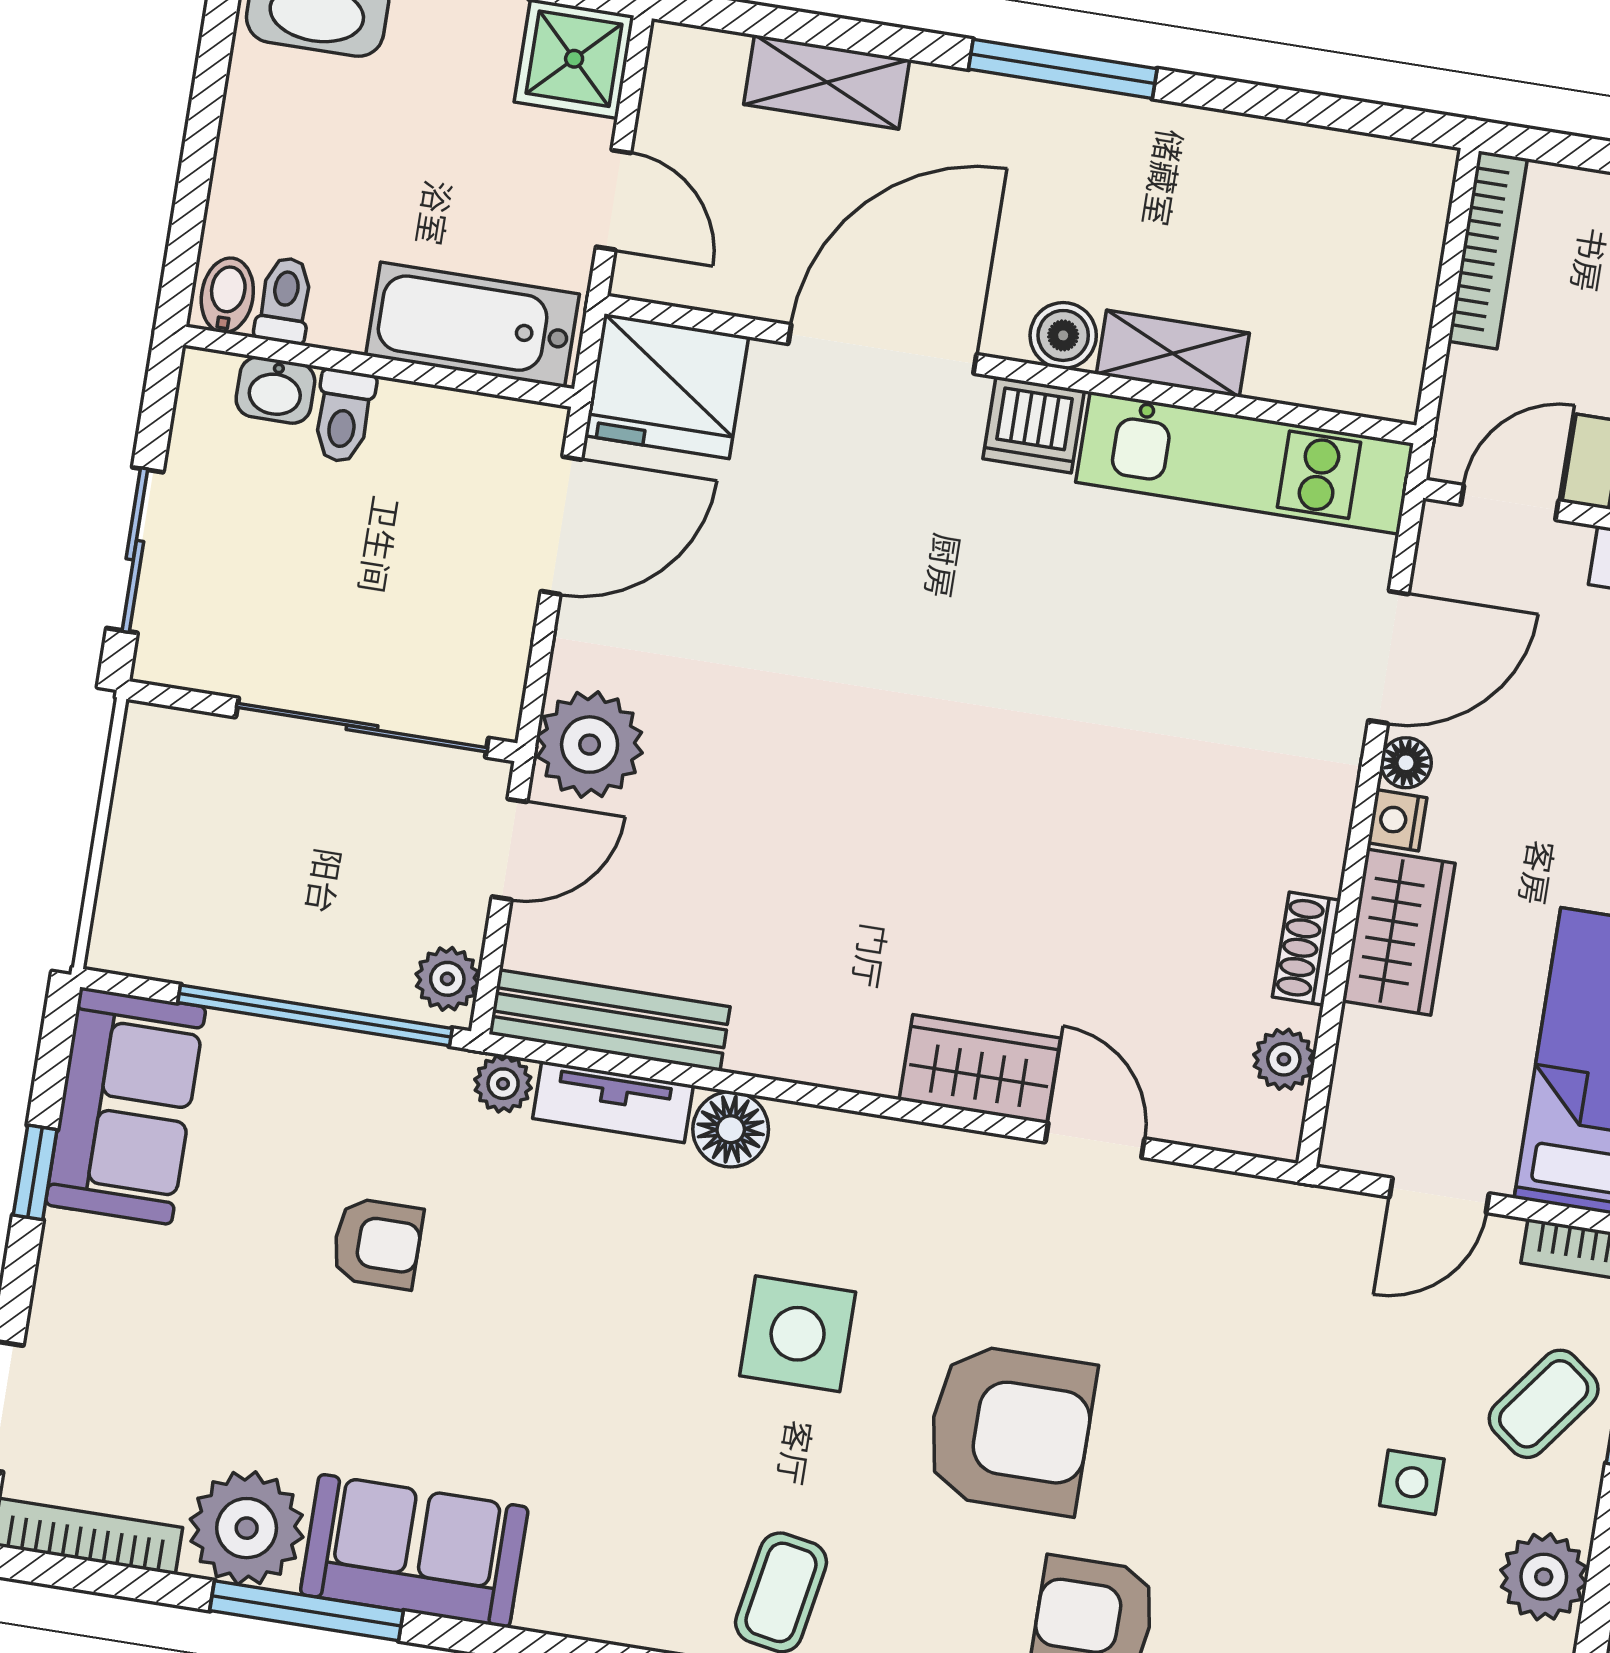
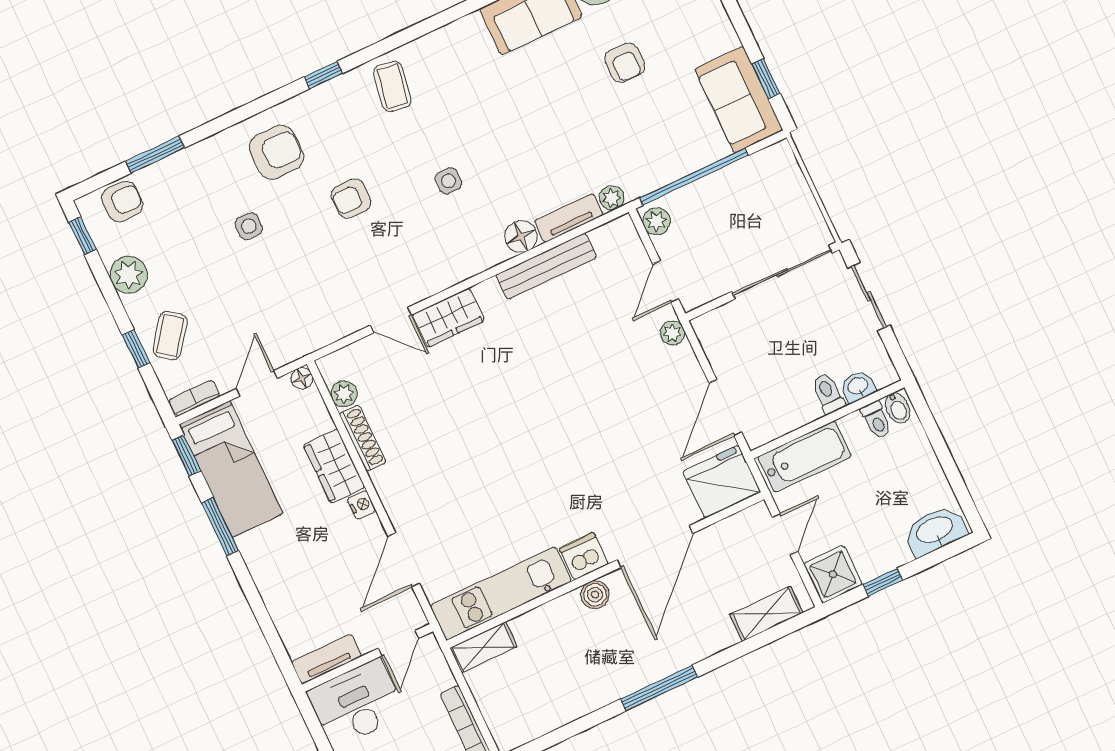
shelving: (827, 82) -> (766, 614), moved
door: (614, 200) -> (785, 534), swing flipped
shelving: (1173, 354) -> (483, 647), moved
sliding door: (362, 728) -> (782, 272), moved
plant: (590, 745) -> (672, 333), width x0.53, depth x0.53
floor lamp: (1406, 763) -> (302, 378), moved
shoe rack: (1306, 949) -> (363, 438), width x1.43
bench: (610, 1020) -> (546, 266), moved
window: (35, 1172) -> (766, 79), moved
armchair: (377, 1243) -> (625, 63), moved, turned -90
side table: (798, 1334) -> (448, 181), width x0.54, depth x0.54
armchair: (1010, 1429) -> (351, 199), width x0.53, depth x0.53
side table: (1412, 1482) -> (249, 226), moved

